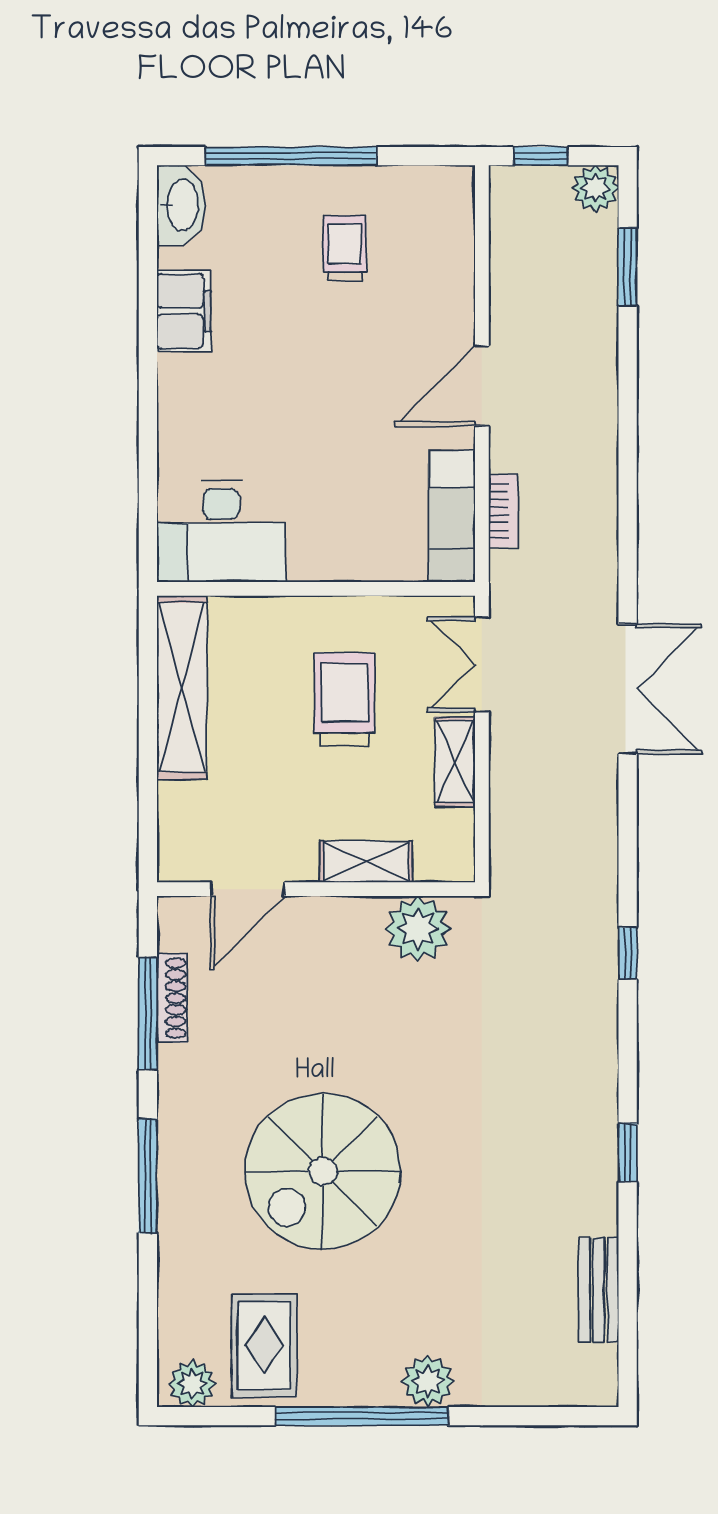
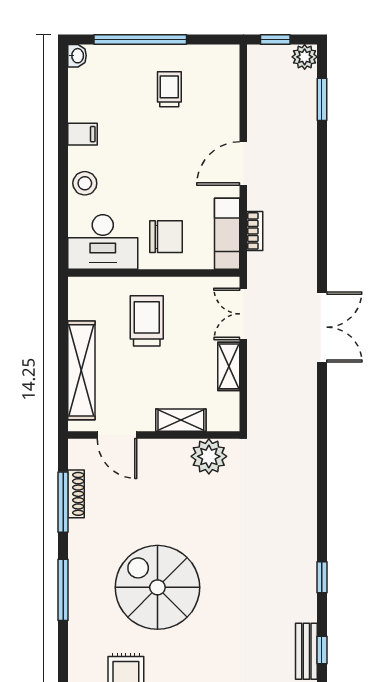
washbasin: (181, 205) -> (77, 56), width x0.52, depth x0.69
filing cabinet: (184, 311) -> (83, 134), width x0.50
stool: (188, 422) -> (85, 183), added
chair: (339, 521) -> (166, 237), added
shelving: (182, 687) -> (81, 370), moved
trolley: (345, 699) -> (147, 321), moved
door: (248, 889) -> (117, 435), hinge flipped
window: (628, 953) -> (322, 650), moved
spiral stairs: (323, 1171) -> (157, 587), turned 90

